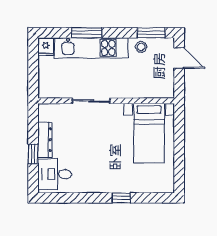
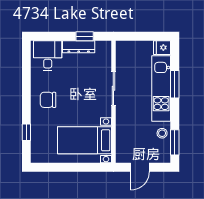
door: (179, 58) -> (140, 167), moved
window: (33, 154) -> (85, 36), moved
chair: (104, 174) -> (48, 100), added
window: (121, 198) -> (26, 132), moved

